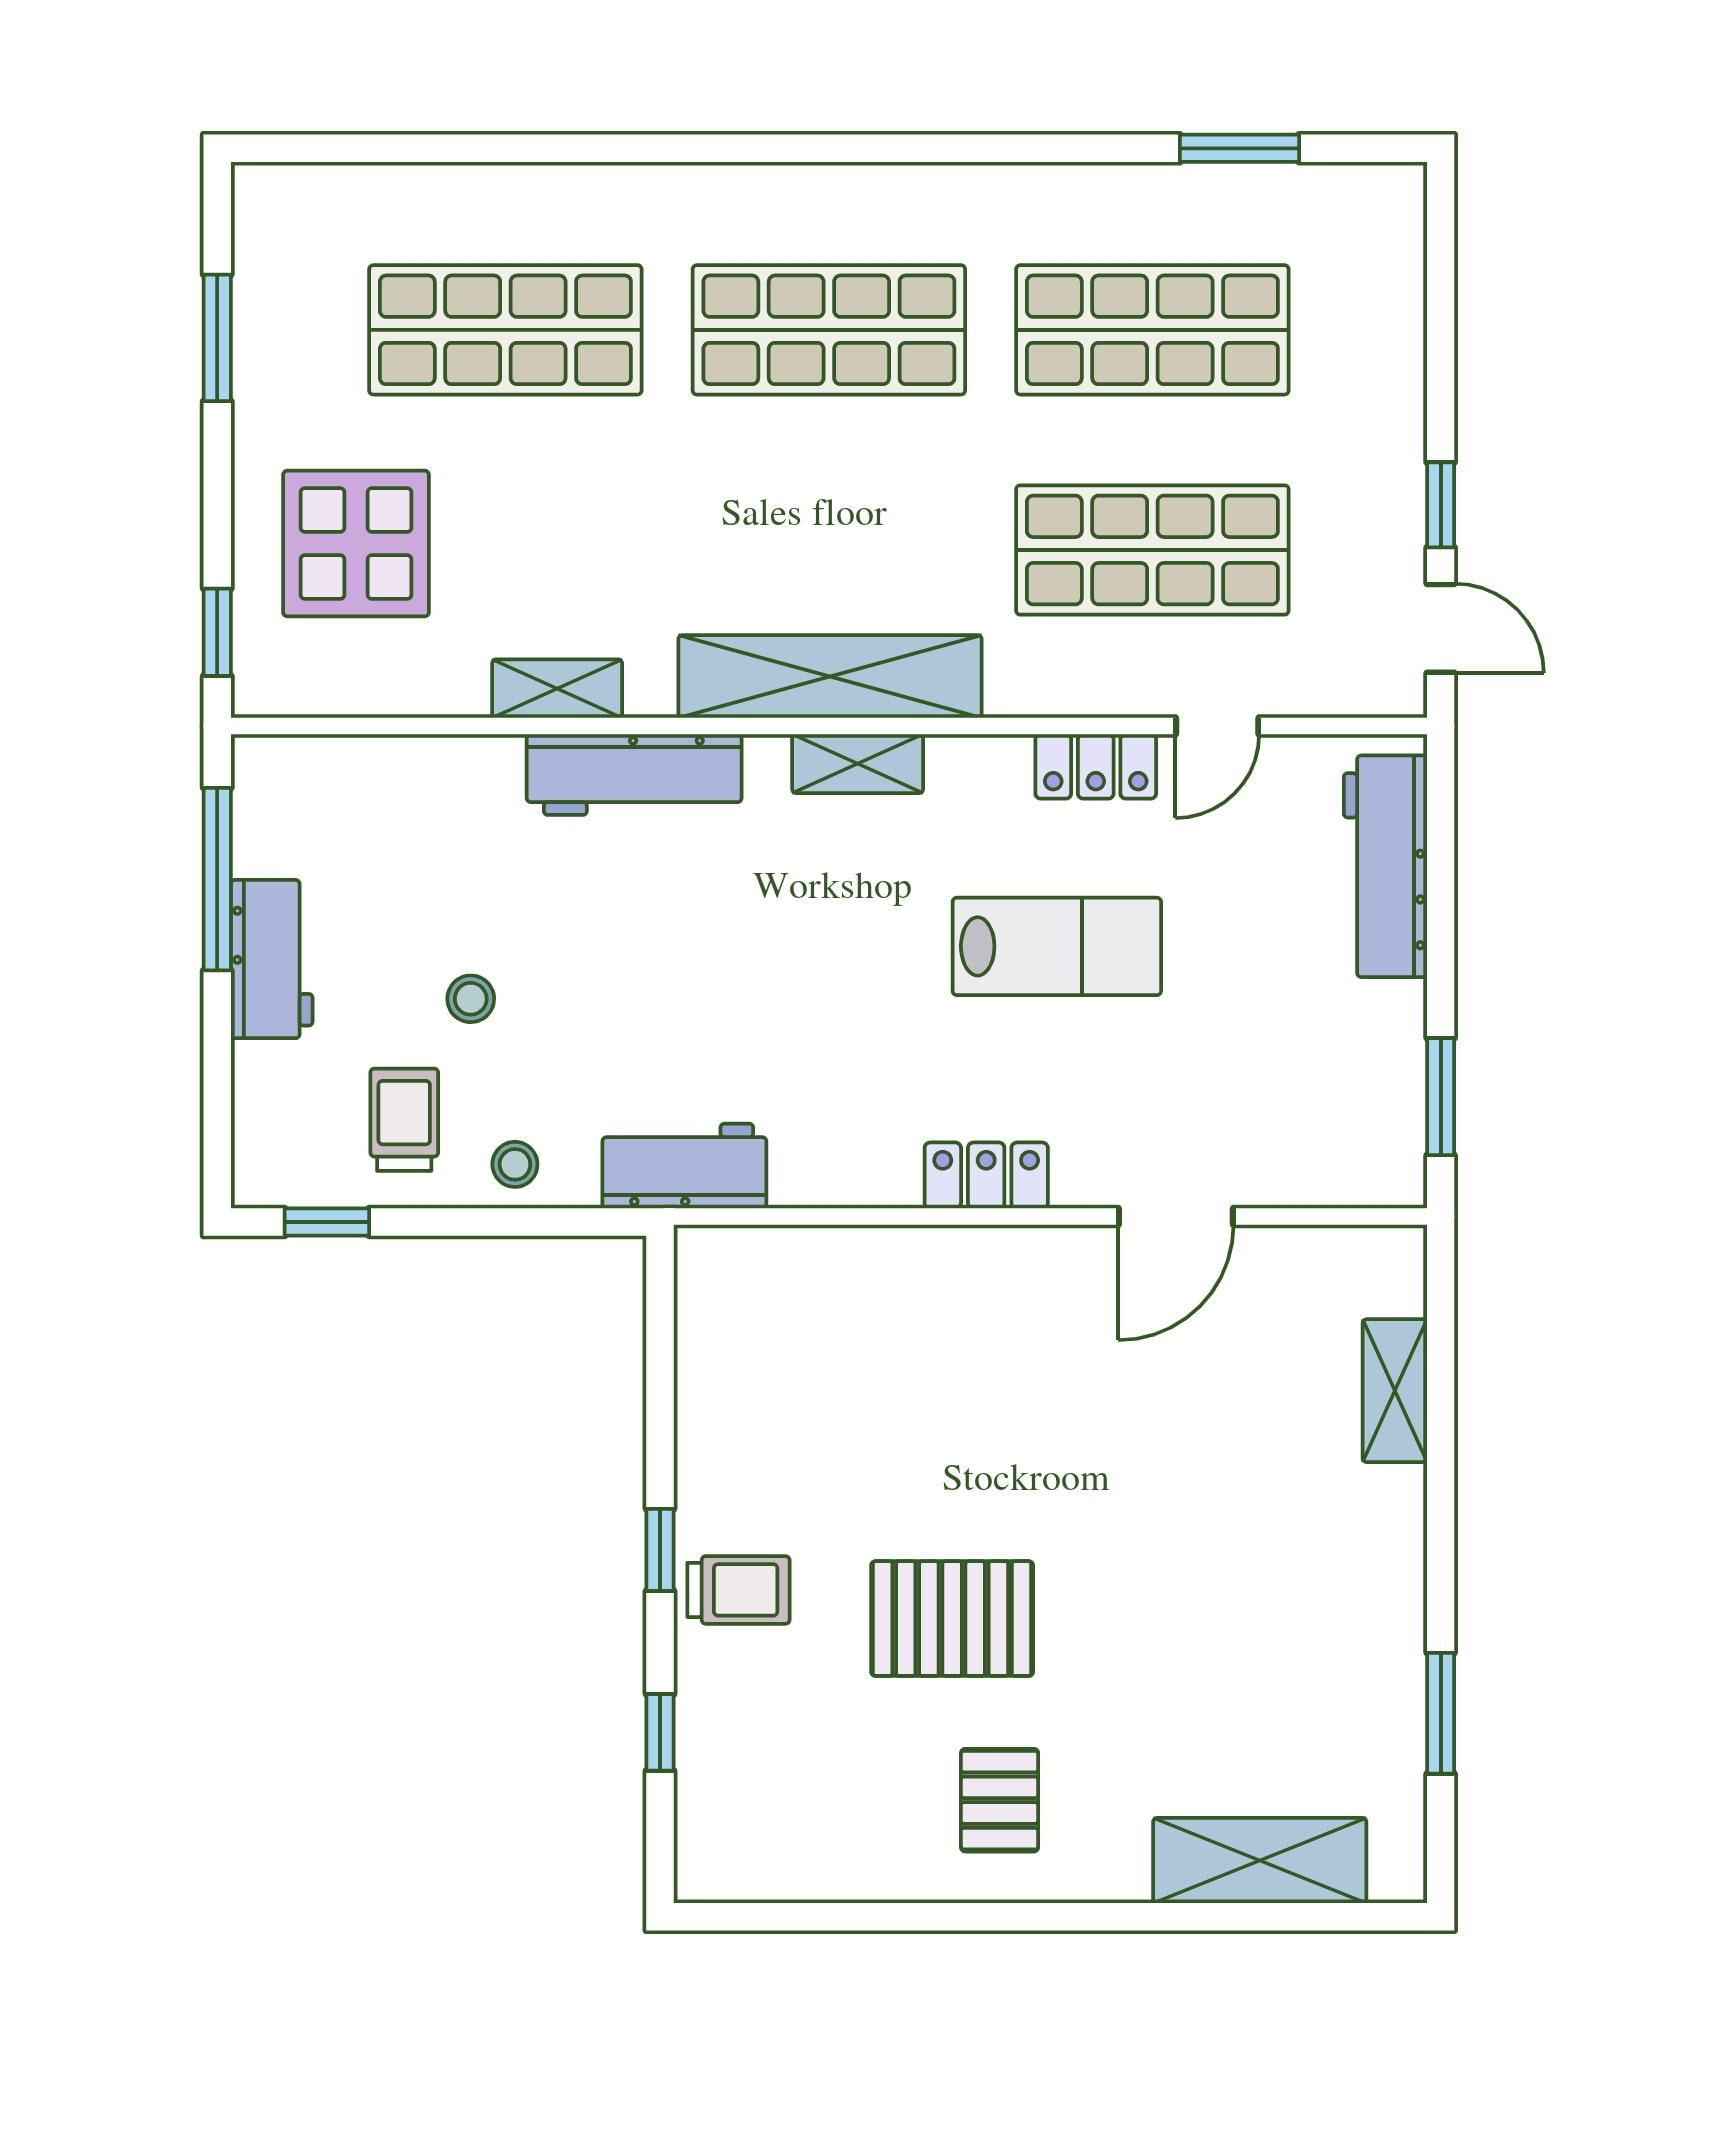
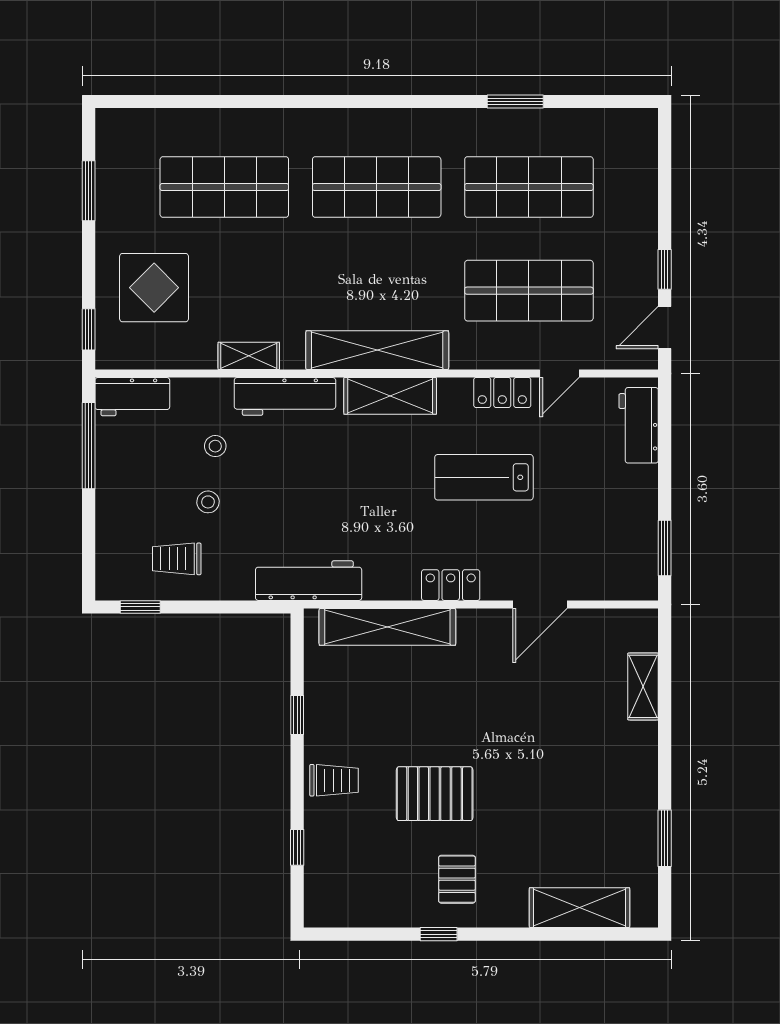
window: (1240, 148) -> (515, 102), moved
door: (1441, 628) -> (665, 328), swing flipped
shelving: (858, 764) -> (390, 396), width x1.50, depth x1.33
workbench: (1385, 866) -> (639, 425), width x0.73
lab bench: (1057, 946) -> (484, 477), turned 180
workbench: (272, 959) -> (132, 397), moved, turned 90
trolley: (404, 1120) -> (177, 559), turned -90
stool: (515, 1164) -> (215, 446), moved
workbench: (684, 1166) -> (309, 581), width x1.37
shelving: (852, 1264) -> (387, 627), added
window: (660, 1550) -> (297, 715), moved
window: (960, 1917) -> (439, 934), added

